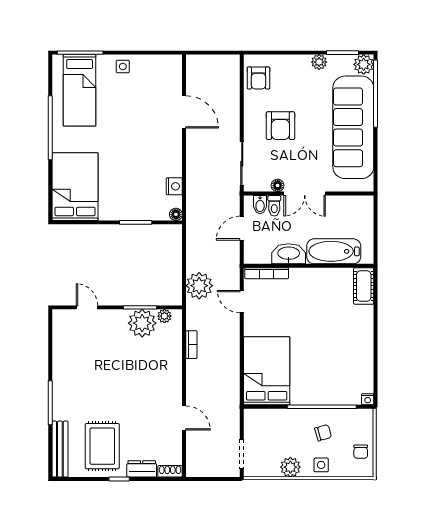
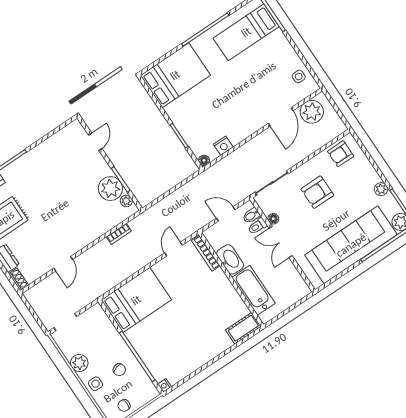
side table: (123, 67) -> (299, 77), moved
plant: (199, 286) -> (312, 112), moved

